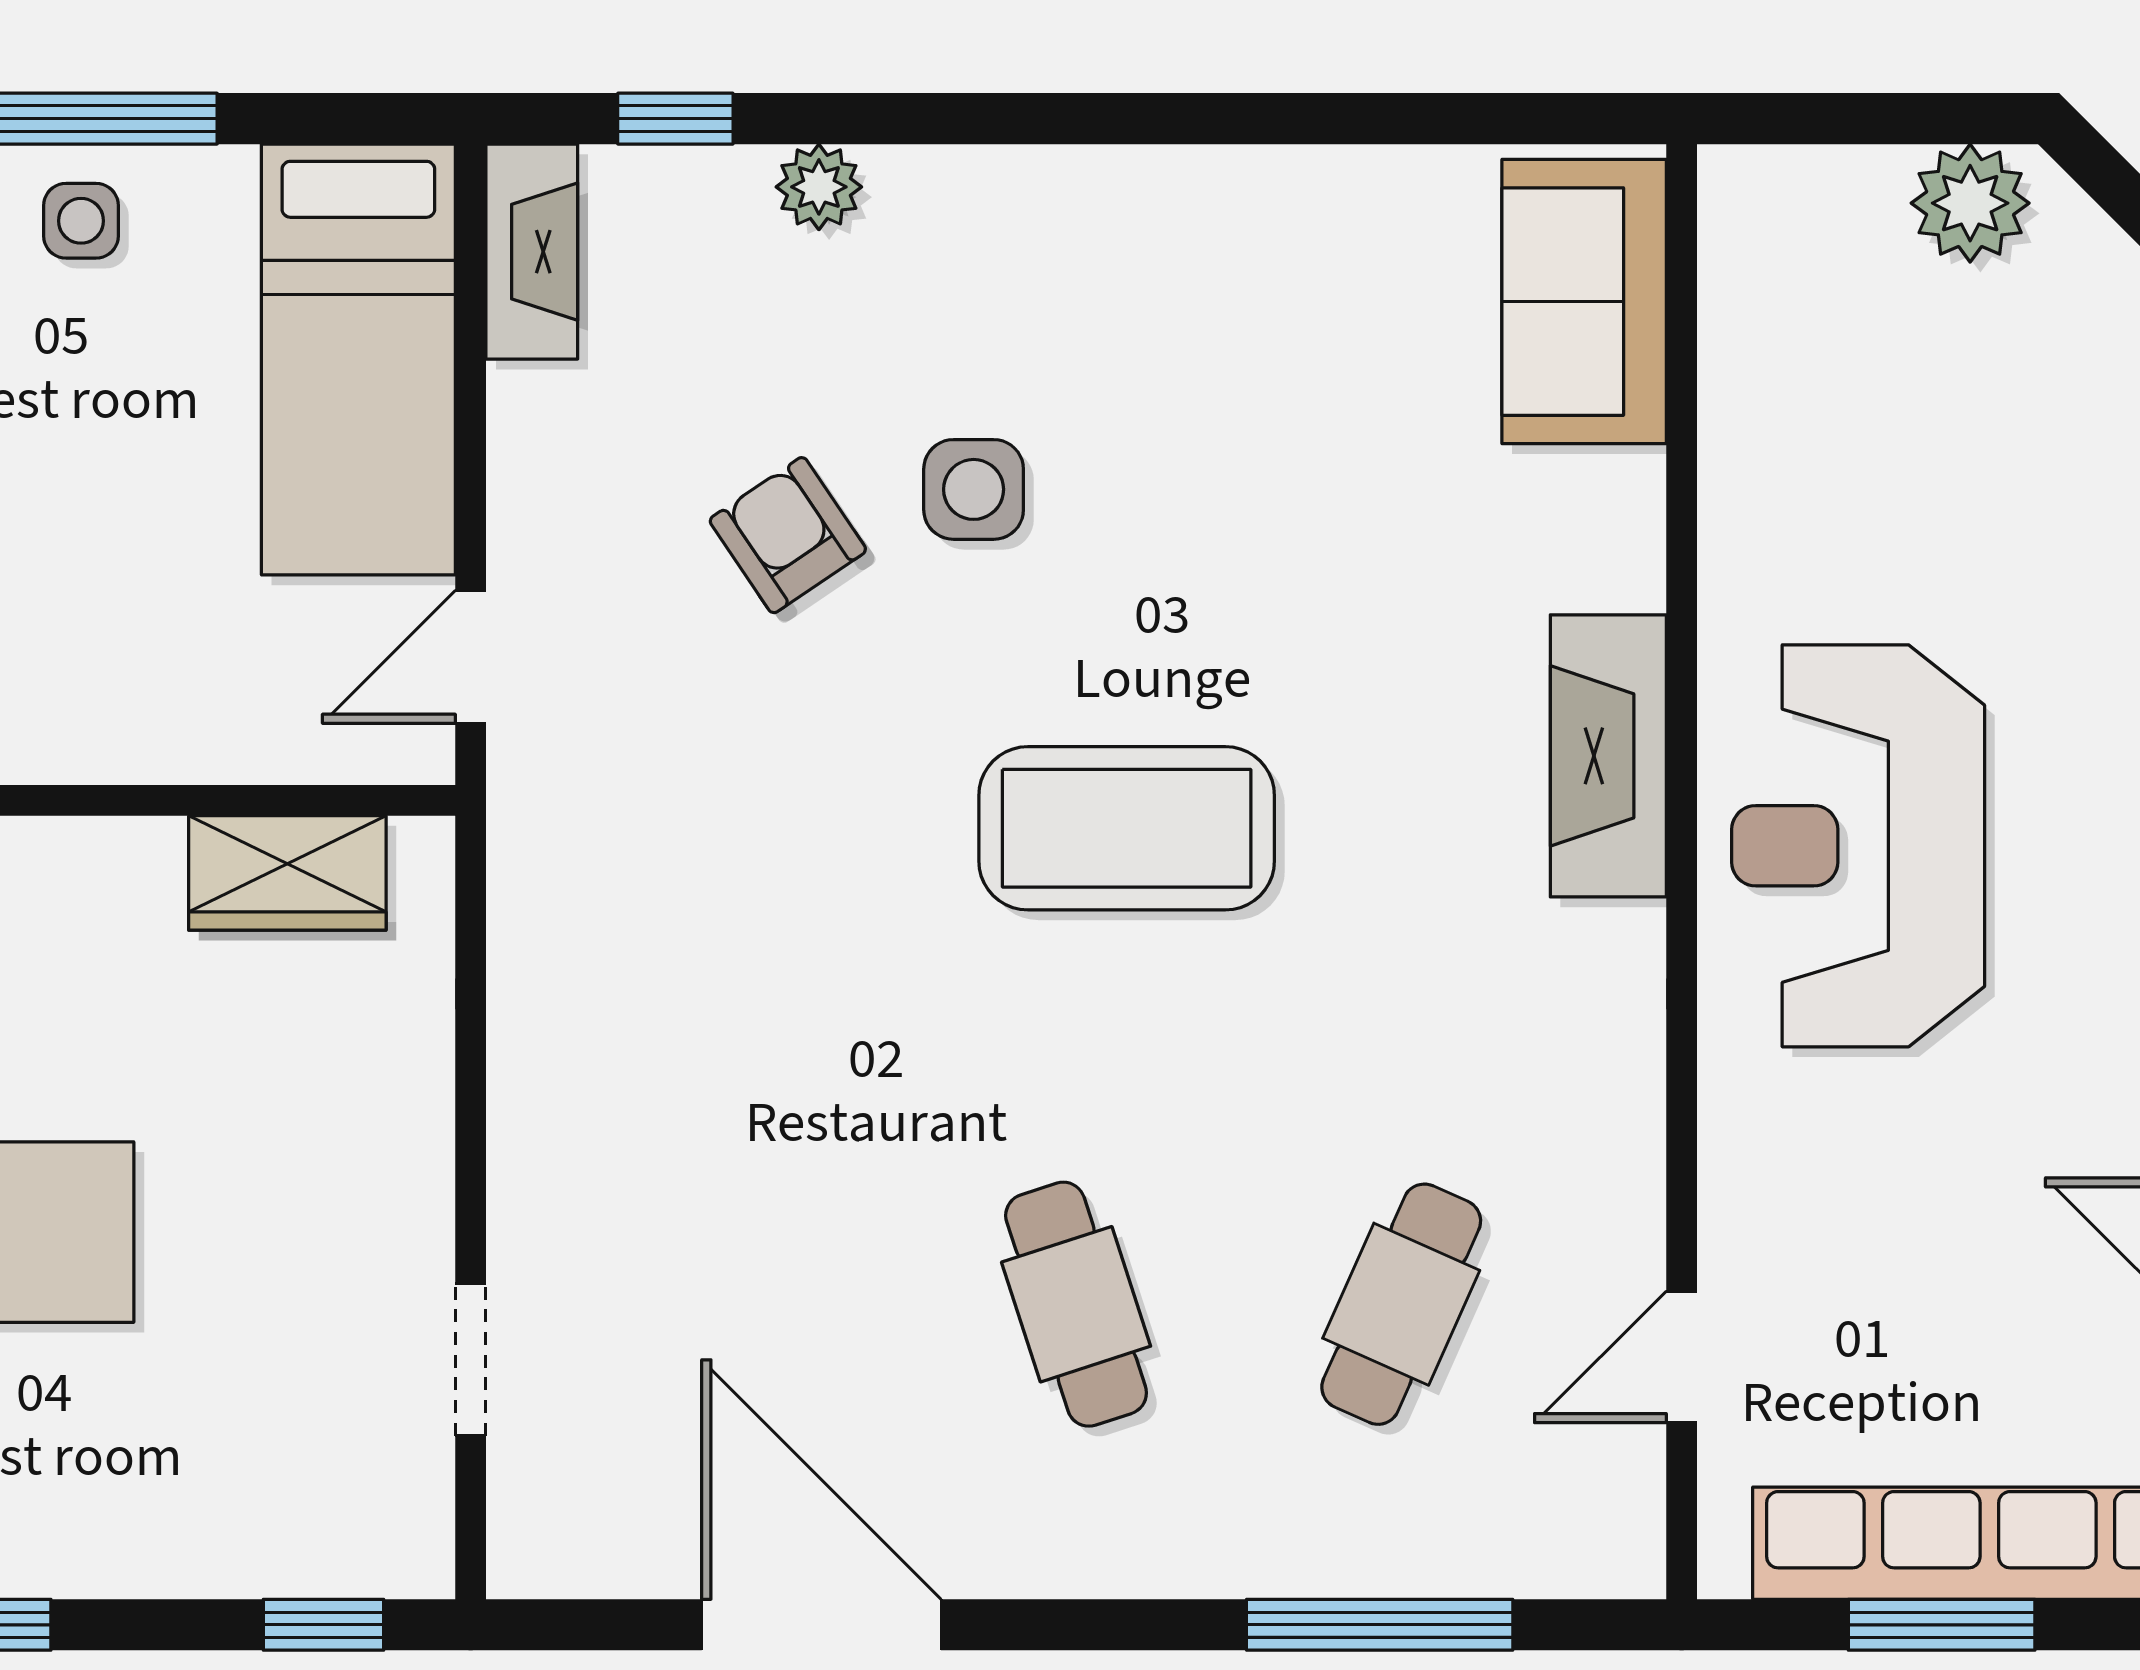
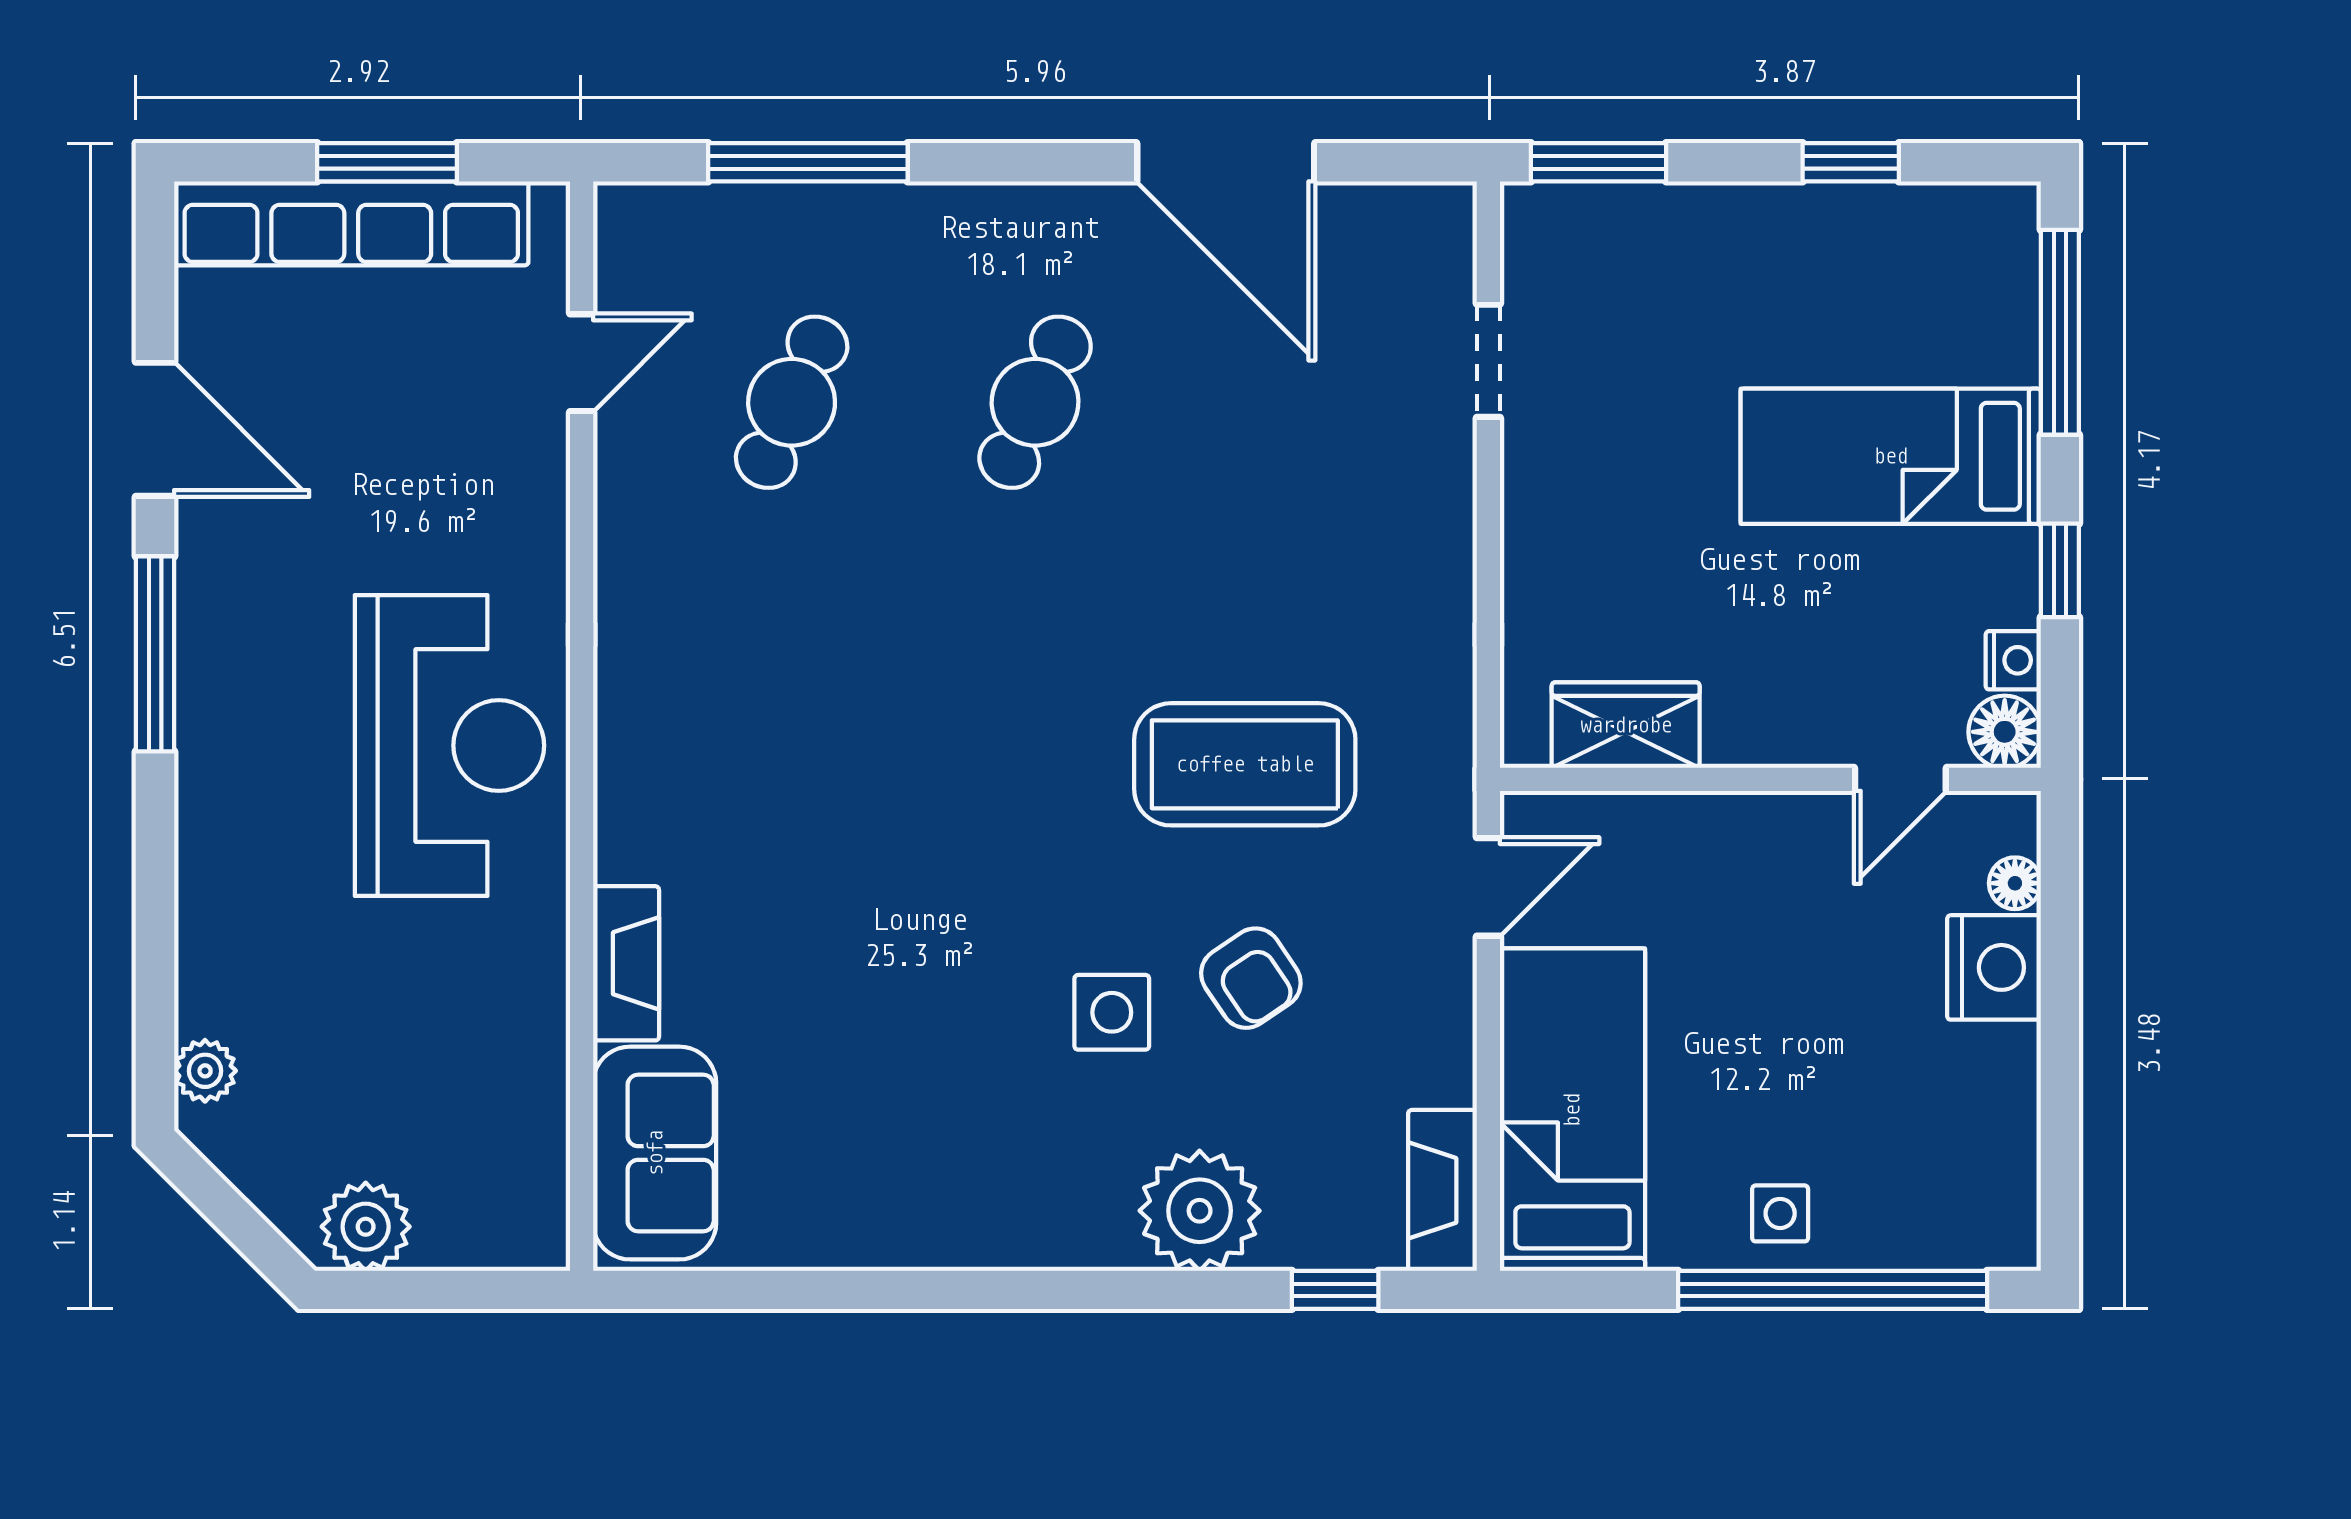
plant: (819, 187) -> (1200, 1211), width x1.88, depth x1.88
fireplace: (1608, 756) -> (626, 963), moved, width x0.73, depth x0.76
coffee table: (1127, 828) -> (1245, 764), moved
cafe table: (1076, 1304) -> (1035, 402), turned 42
window: (323, 1625) -> (1599, 162), width x1.50

